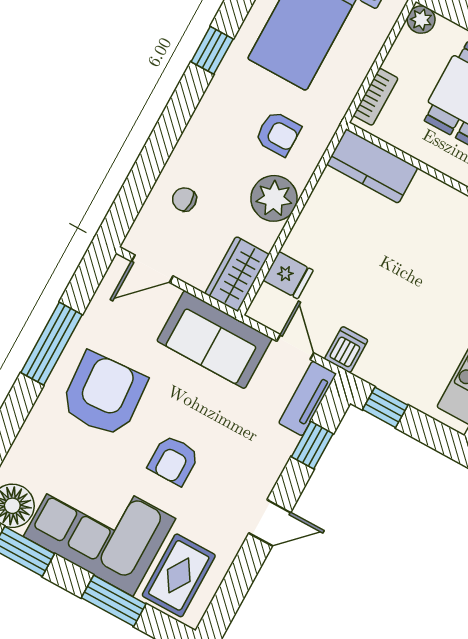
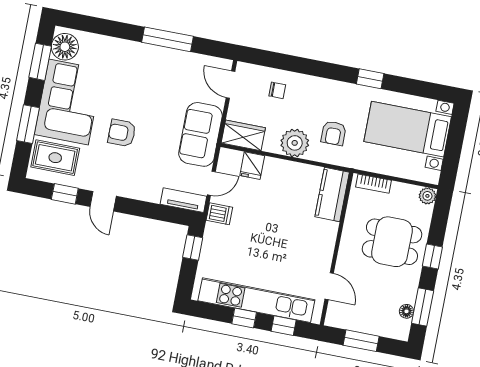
chair: (184, 199) -> (277, 90), turned 90
armchair: (104, 395) -> (147, 80), removed
window: (312, 445) -> (65, 194), moved

